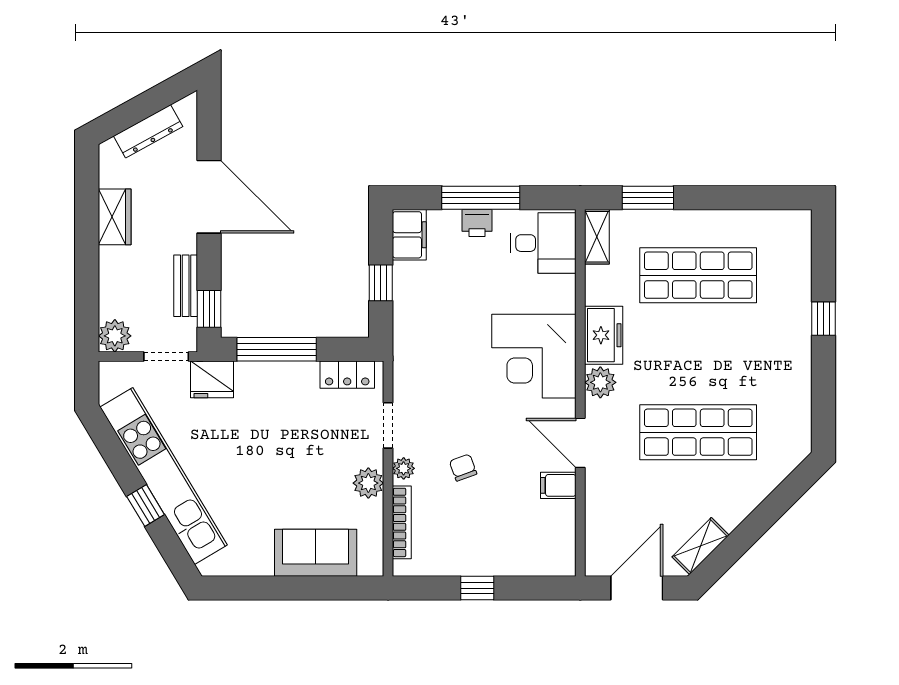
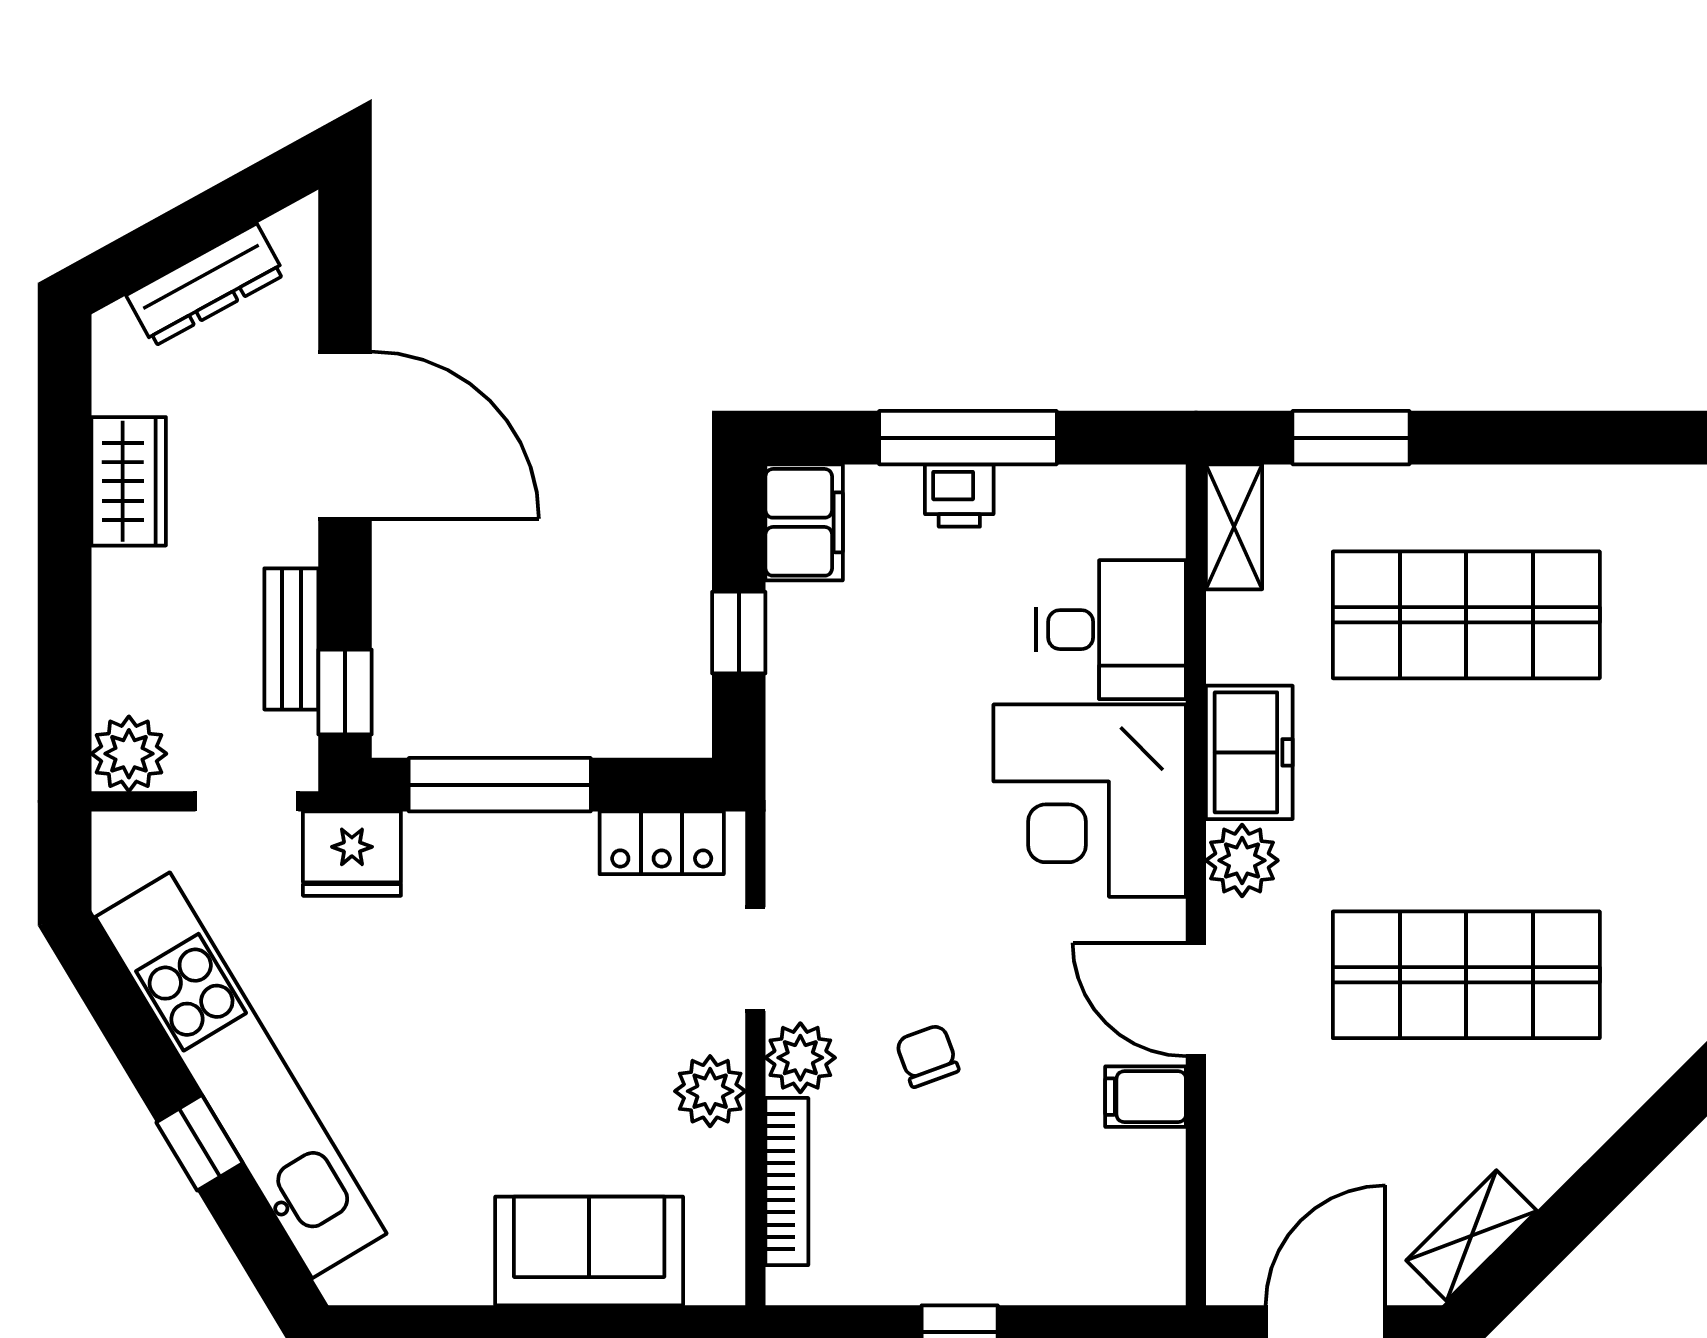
desk: (543, 243) -> (1111, 630), moved
plant: (404, 468) -> (800, 1058), width x1.38, depth x1.38

